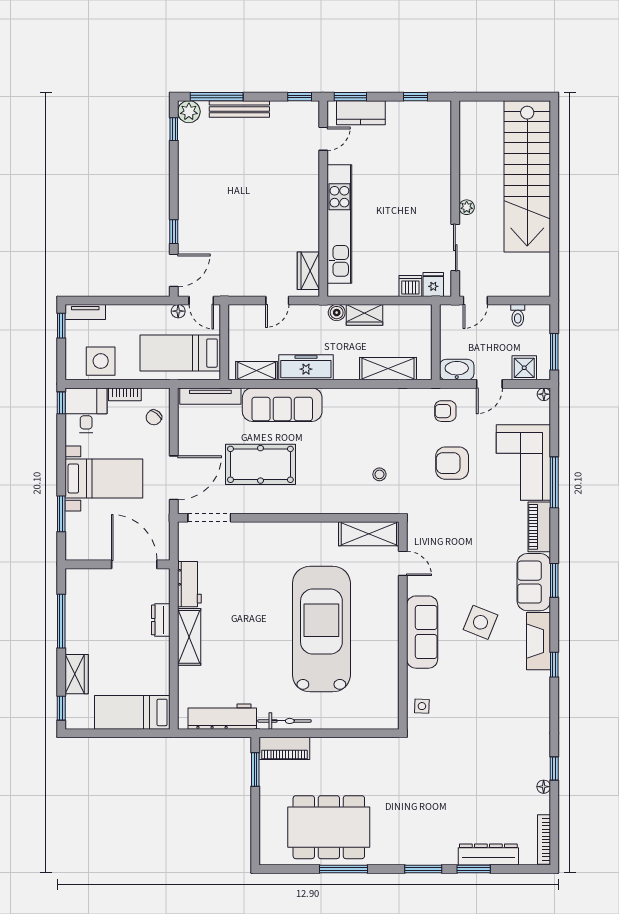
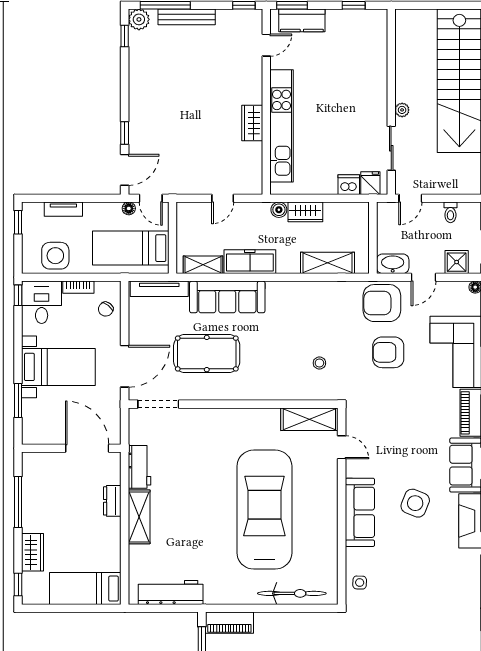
wardrobe: (308, 271) -> (252, 123), moved
tv unit: (85, 312) -> (63, 209), moved
armchair: (445, 411) -> (382, 303), width x1.88, depth x1.88
bicycle: (284, 721) -> (292, 593), moved, width x1.37, depth x1.40

